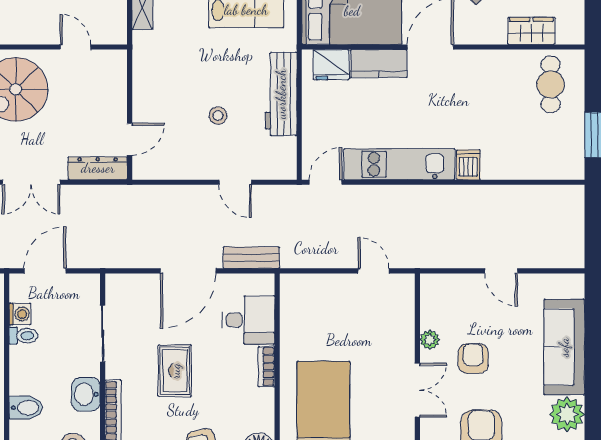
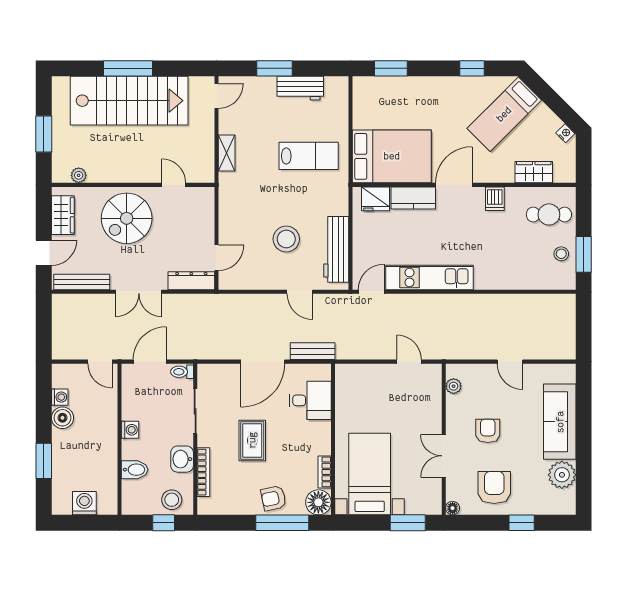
cafe table: (551, 84) -> (549, 214), turned 90
workbench: (281, 94) -> (336, 249), moved
stool: (218, 116) -> (286, 239), width x1.89, depth x1.89
stool: (566, 134) -> (561, 254), added
dishwasher: (468, 165) -> (495, 199), moved, turned 180
washing machine: (20, 314) -> (130, 430), moved
toilet: (23, 336) -> (182, 372), moved, turned 180
plant: (430, 340) -> (454, 386), moved
bookcase: (267, 367) -> (325, 472), moved
double door: (417, 390) -> (444, 456), swing flipped

